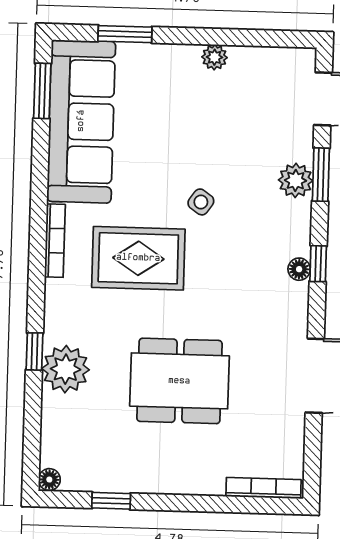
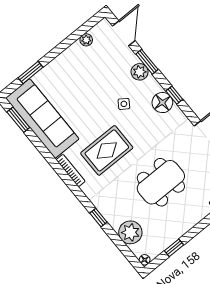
plant: (214, 57) -> (86, 40), moved
side table: (201, 202) -> (124, 104), moved
floor lamp: (299, 269) -> (162, 103), width x1.89, depth x1.89
plant: (66, 369) -> (130, 232), moved

